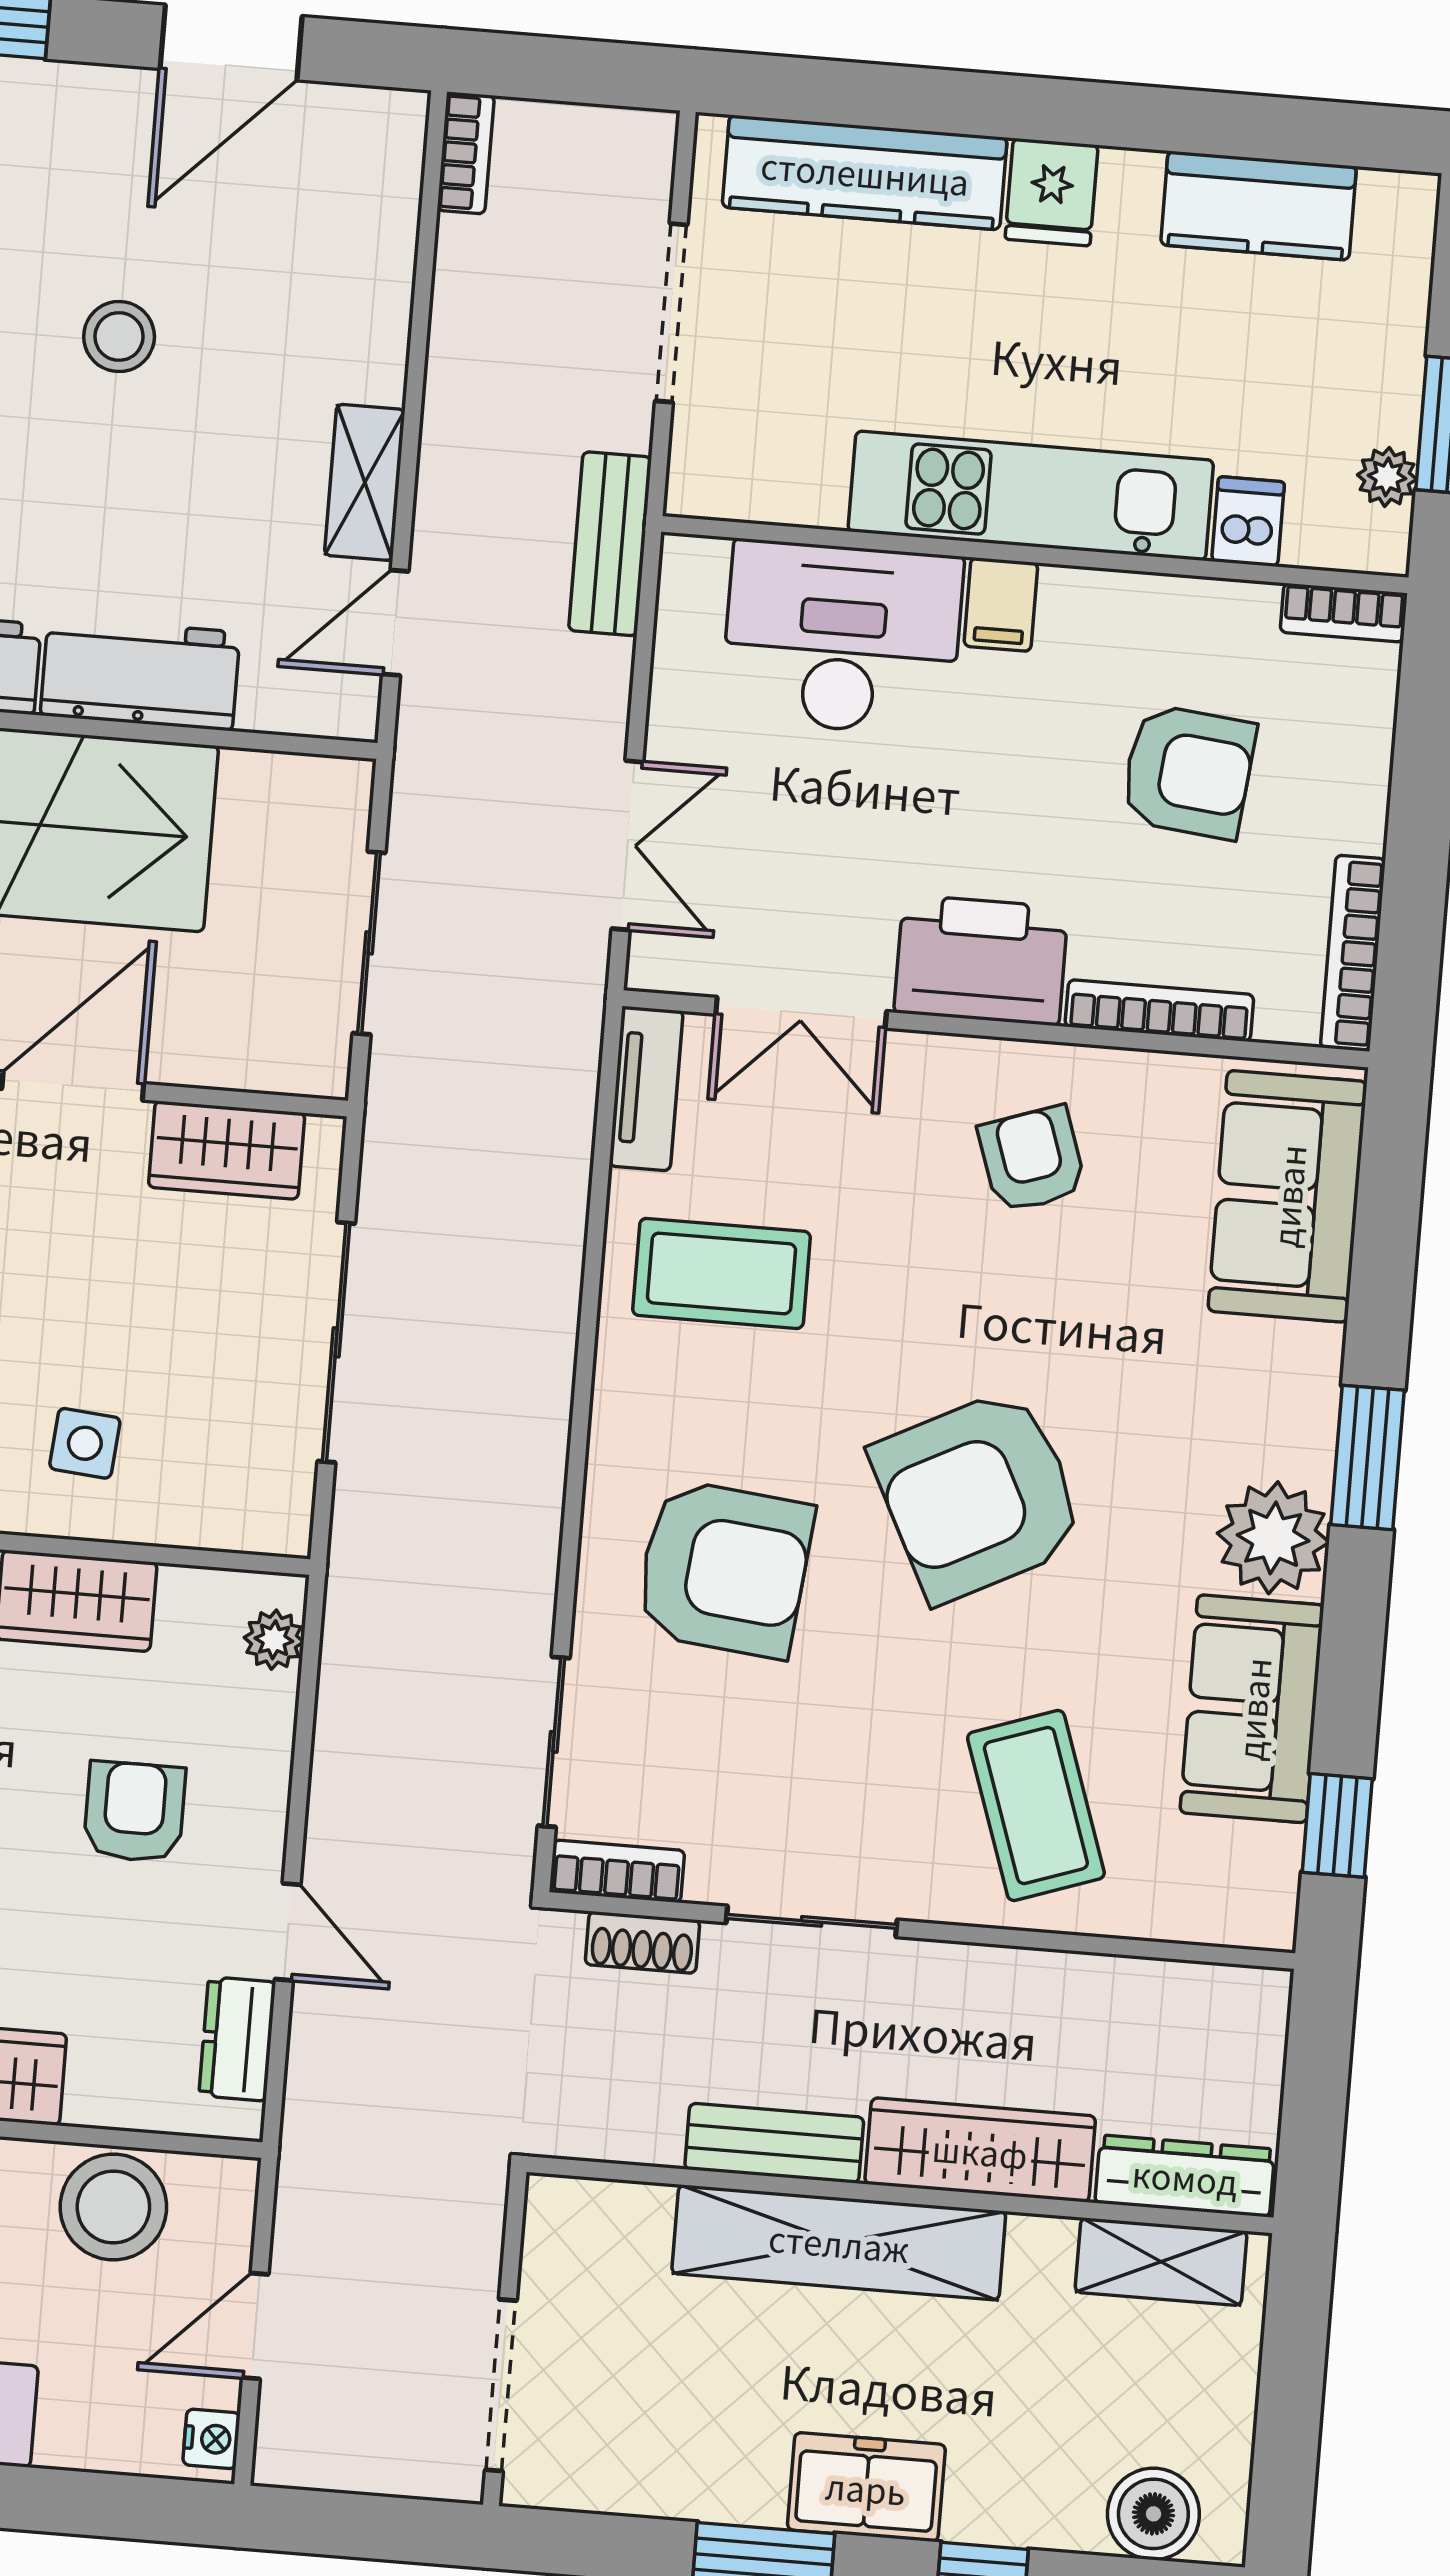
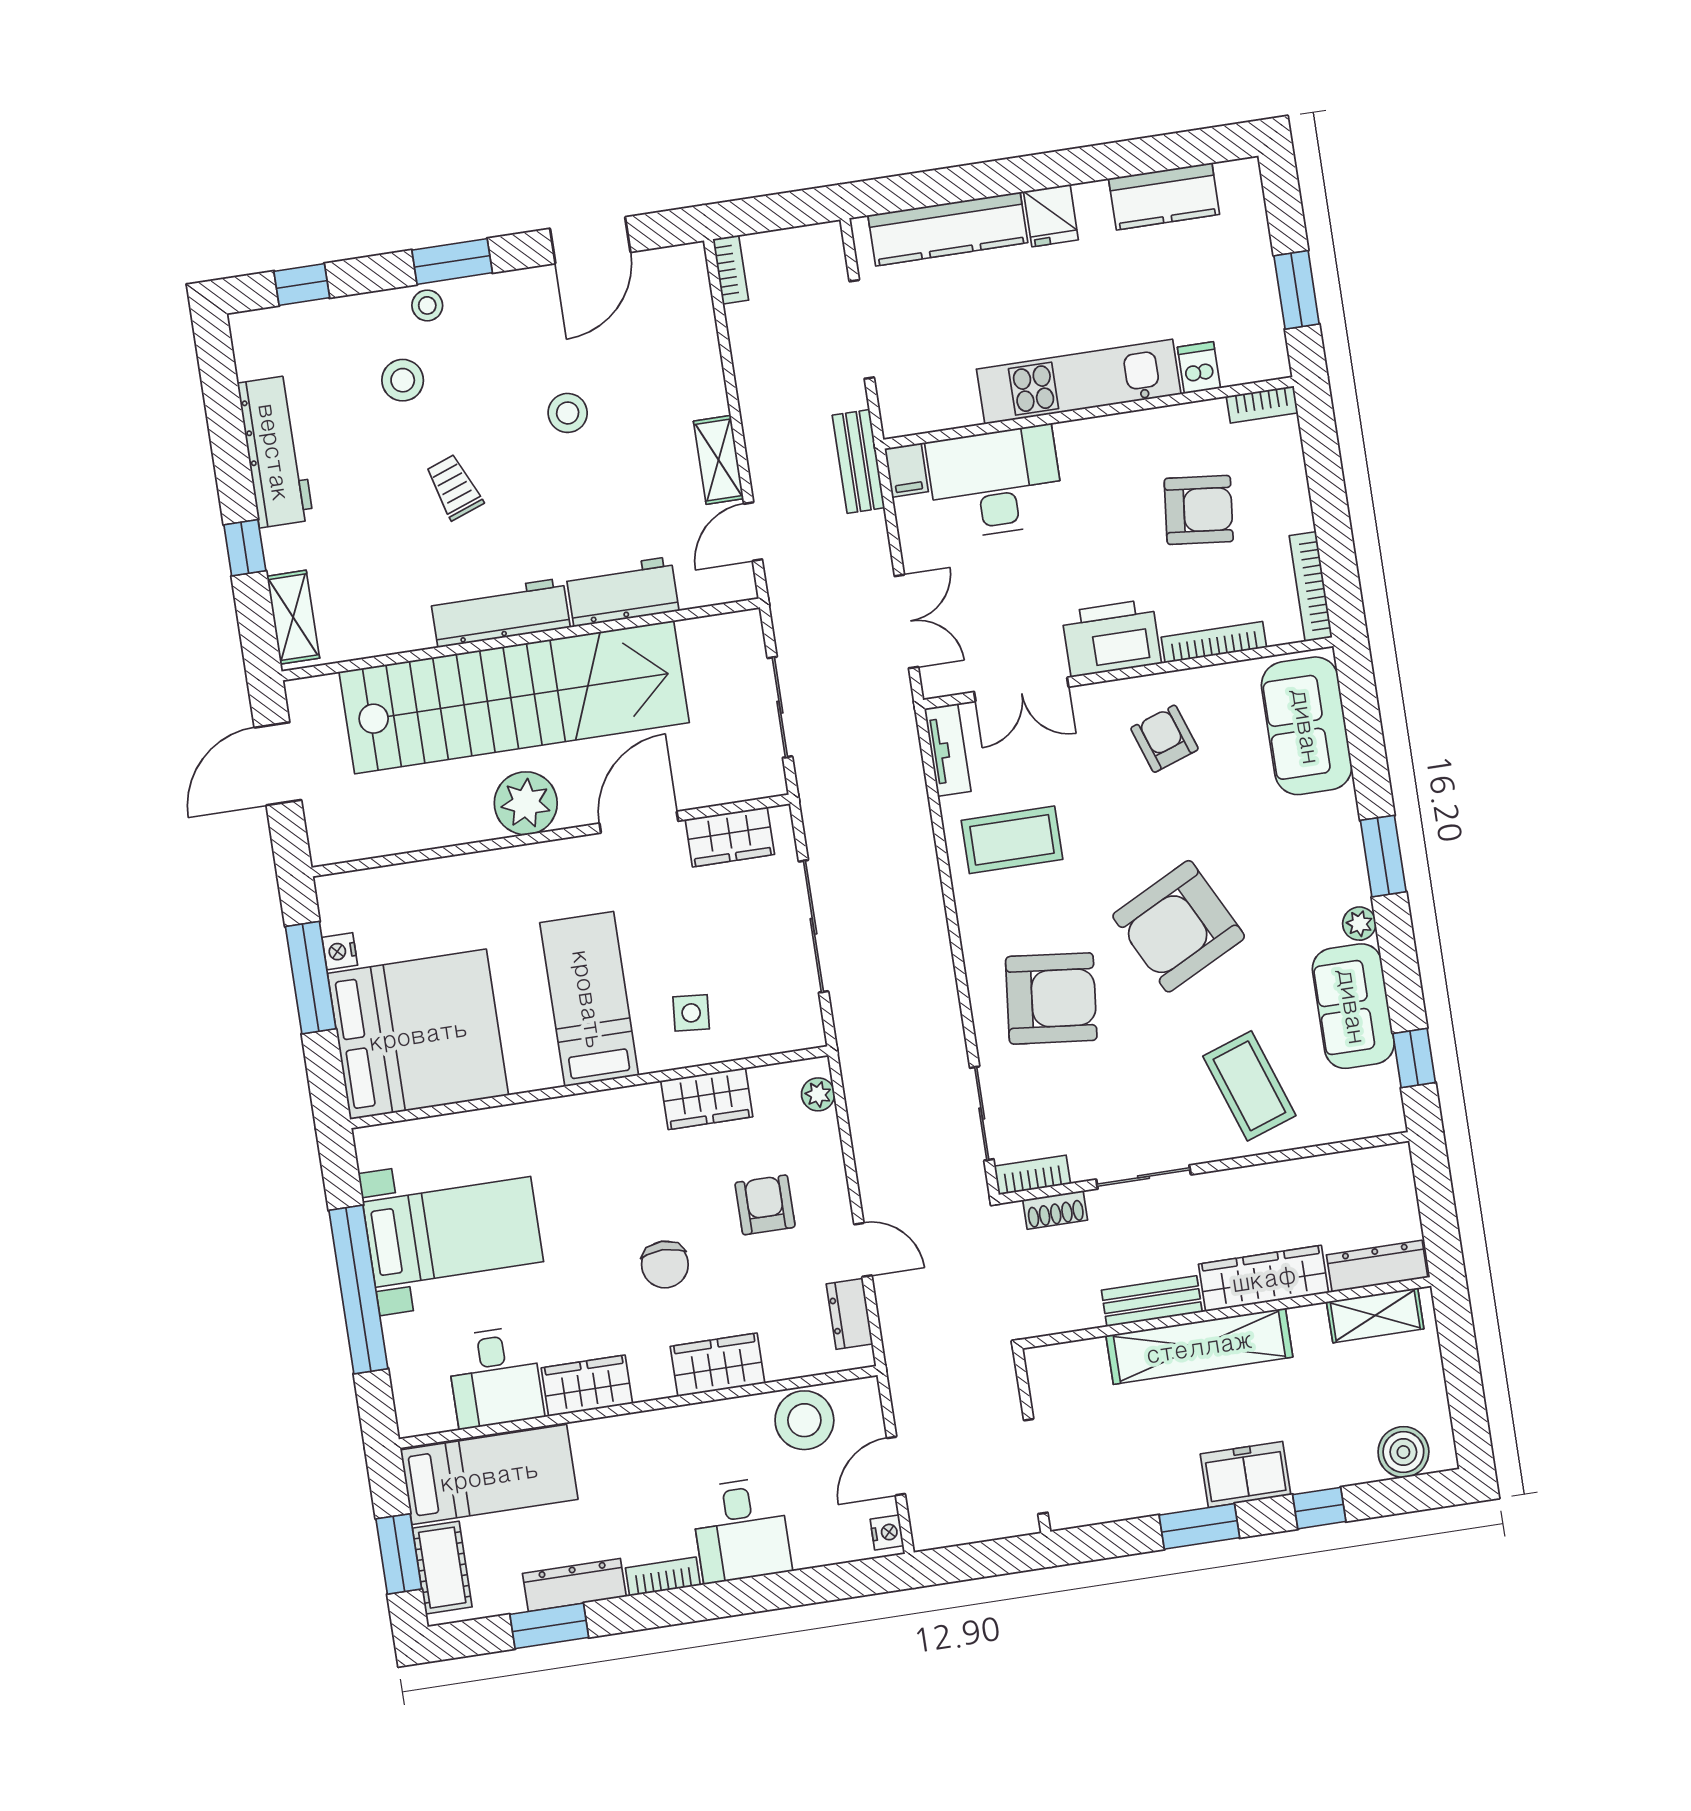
plant: (1387, 477) -> (1268, 326), removed
filing cabinet: (1001, 605) -> (906, 470), moved
plant: (1273, 1538) -> (1359, 924), width x0.53, depth x0.53

